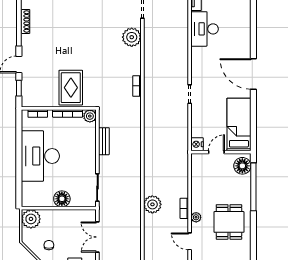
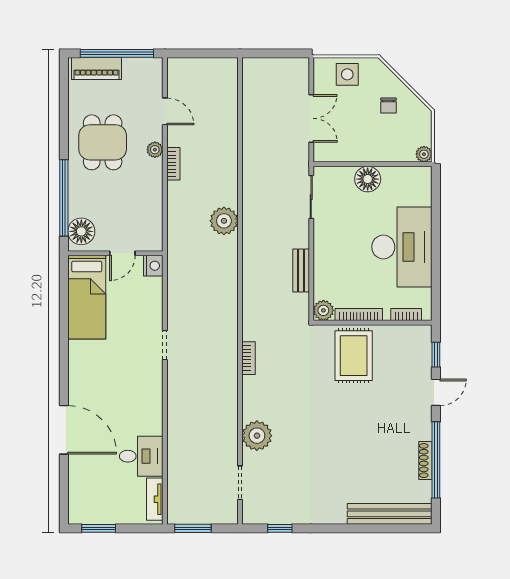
desk: (205, 29) -> (141, 456), width x0.73
door: (253, 74) -> (64, 430), moved
plant: (152, 204) -> (224, 221), moved
plant: (31, 219) -> (424, 154), width x0.53, depth x0.53

